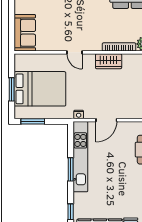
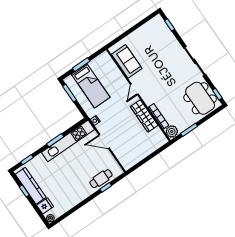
sofa: (25, 33) -> (127, 61), moved, turned -90
wardrobe: (109, 61) -> (144, 116), width x1.50
bed: (40, 89) -> (91, 86), width x0.67

